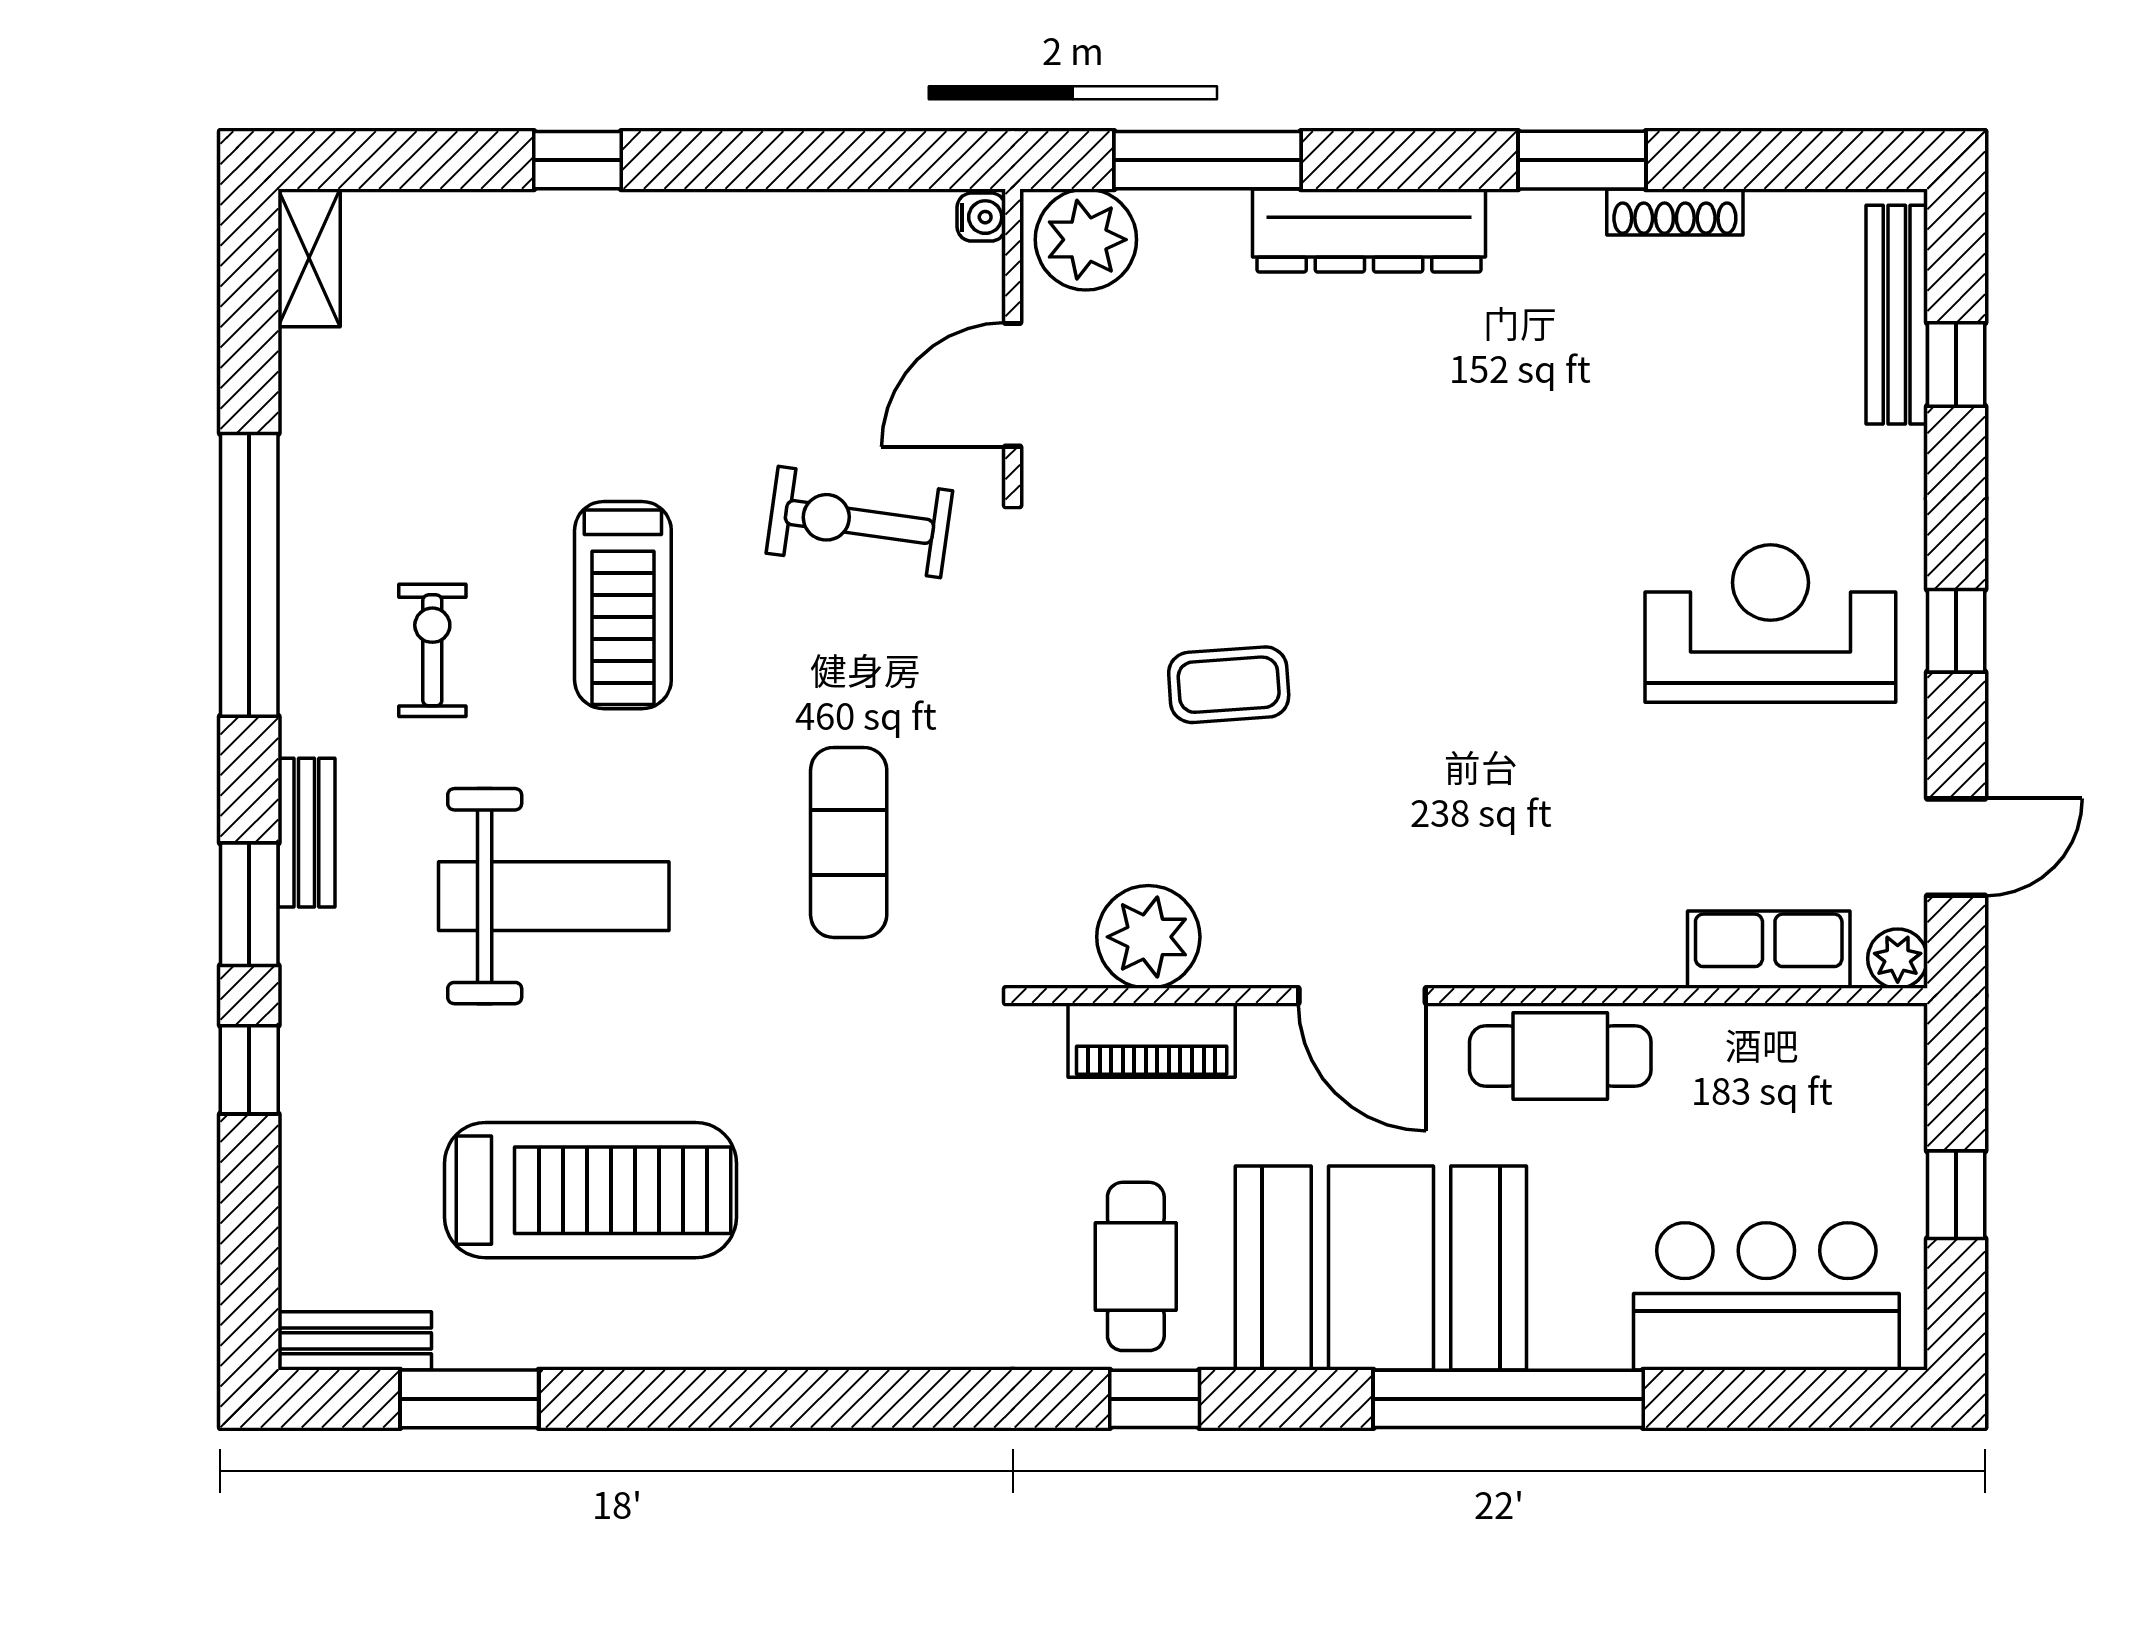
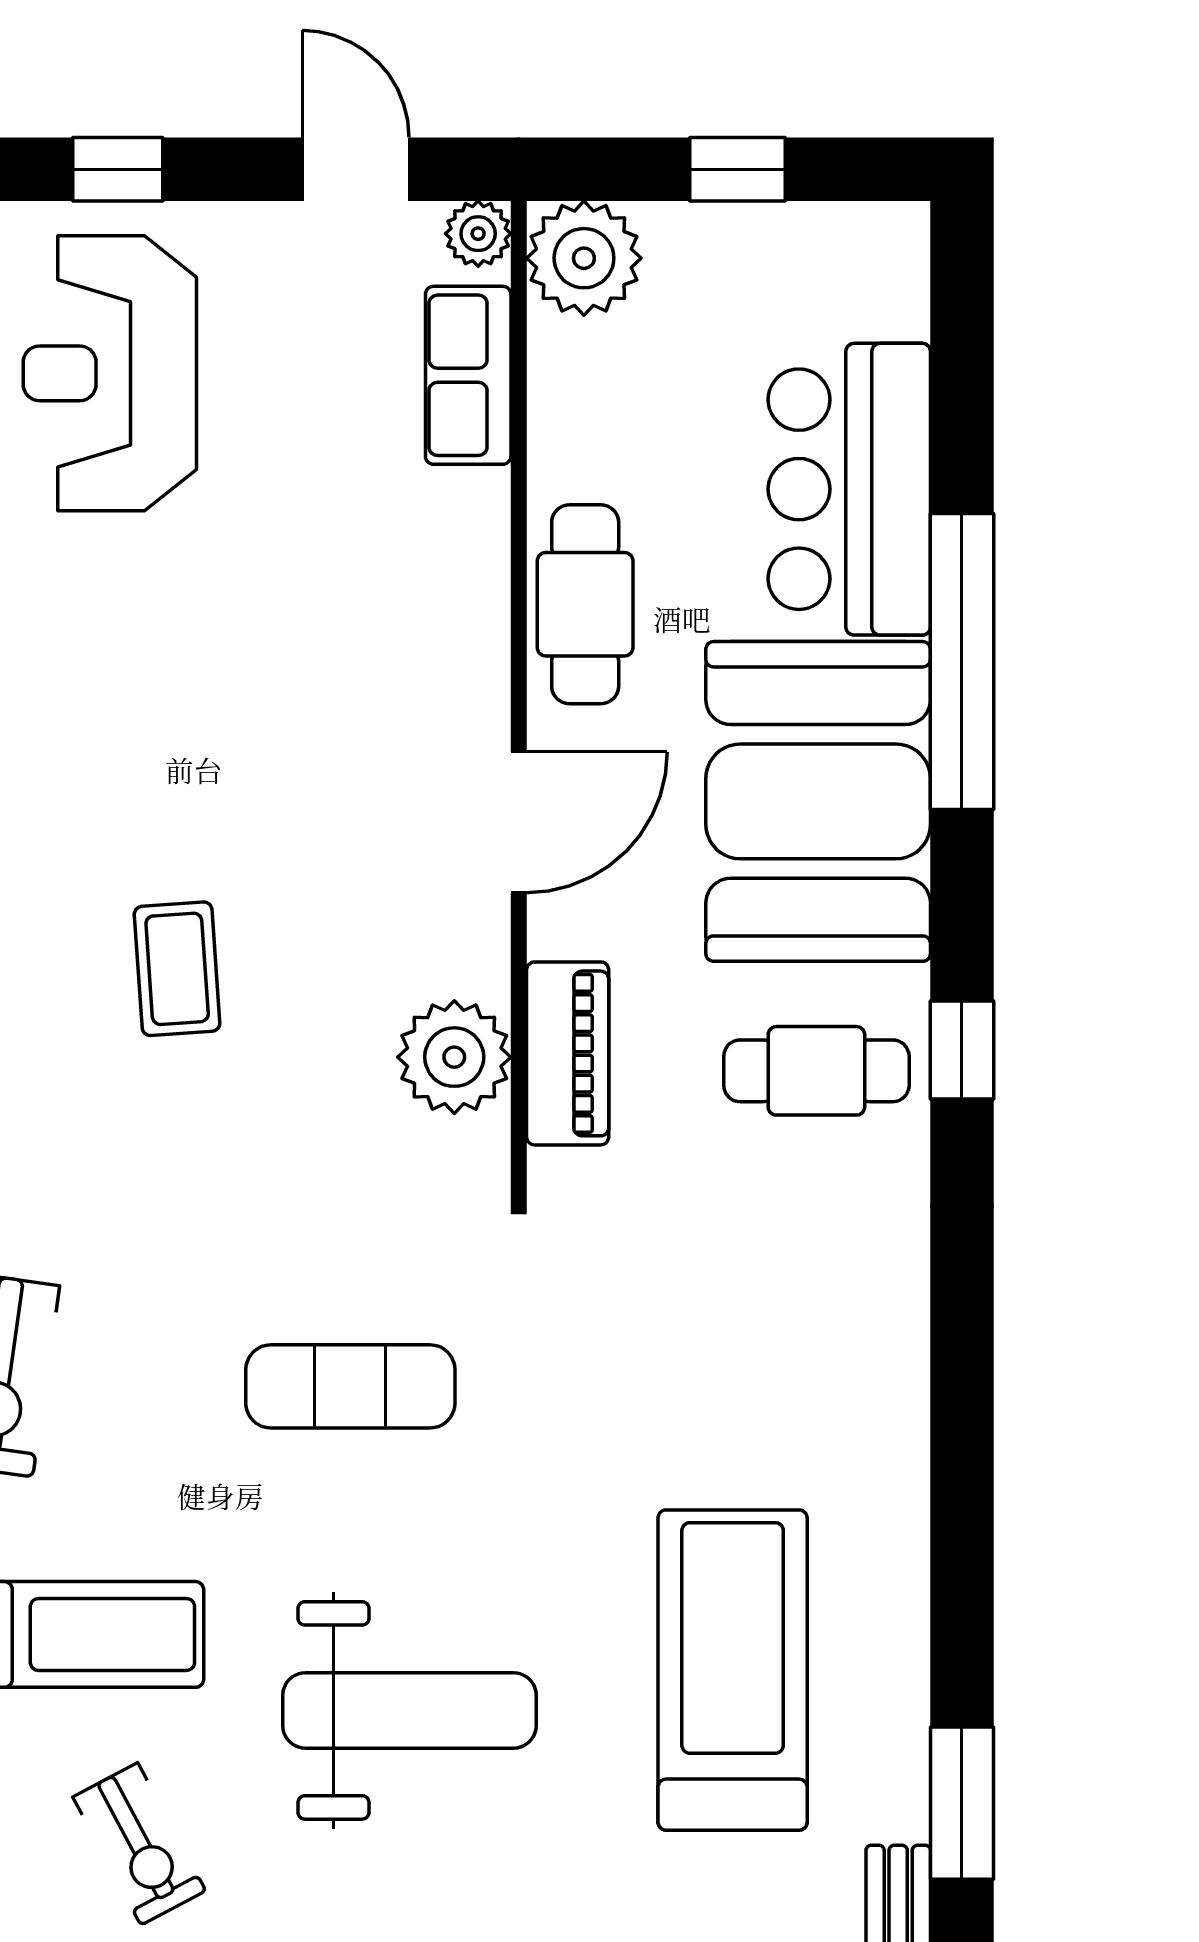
exercise bike: (432, 650) -> (139, 1844), turned -118
weight bench: (554, 896) -> (409, 1710), turned 90
plant: (1875, 1055) -> (584, 258), added
bar counter: (1766, 1296) -> (849, 489), moved

